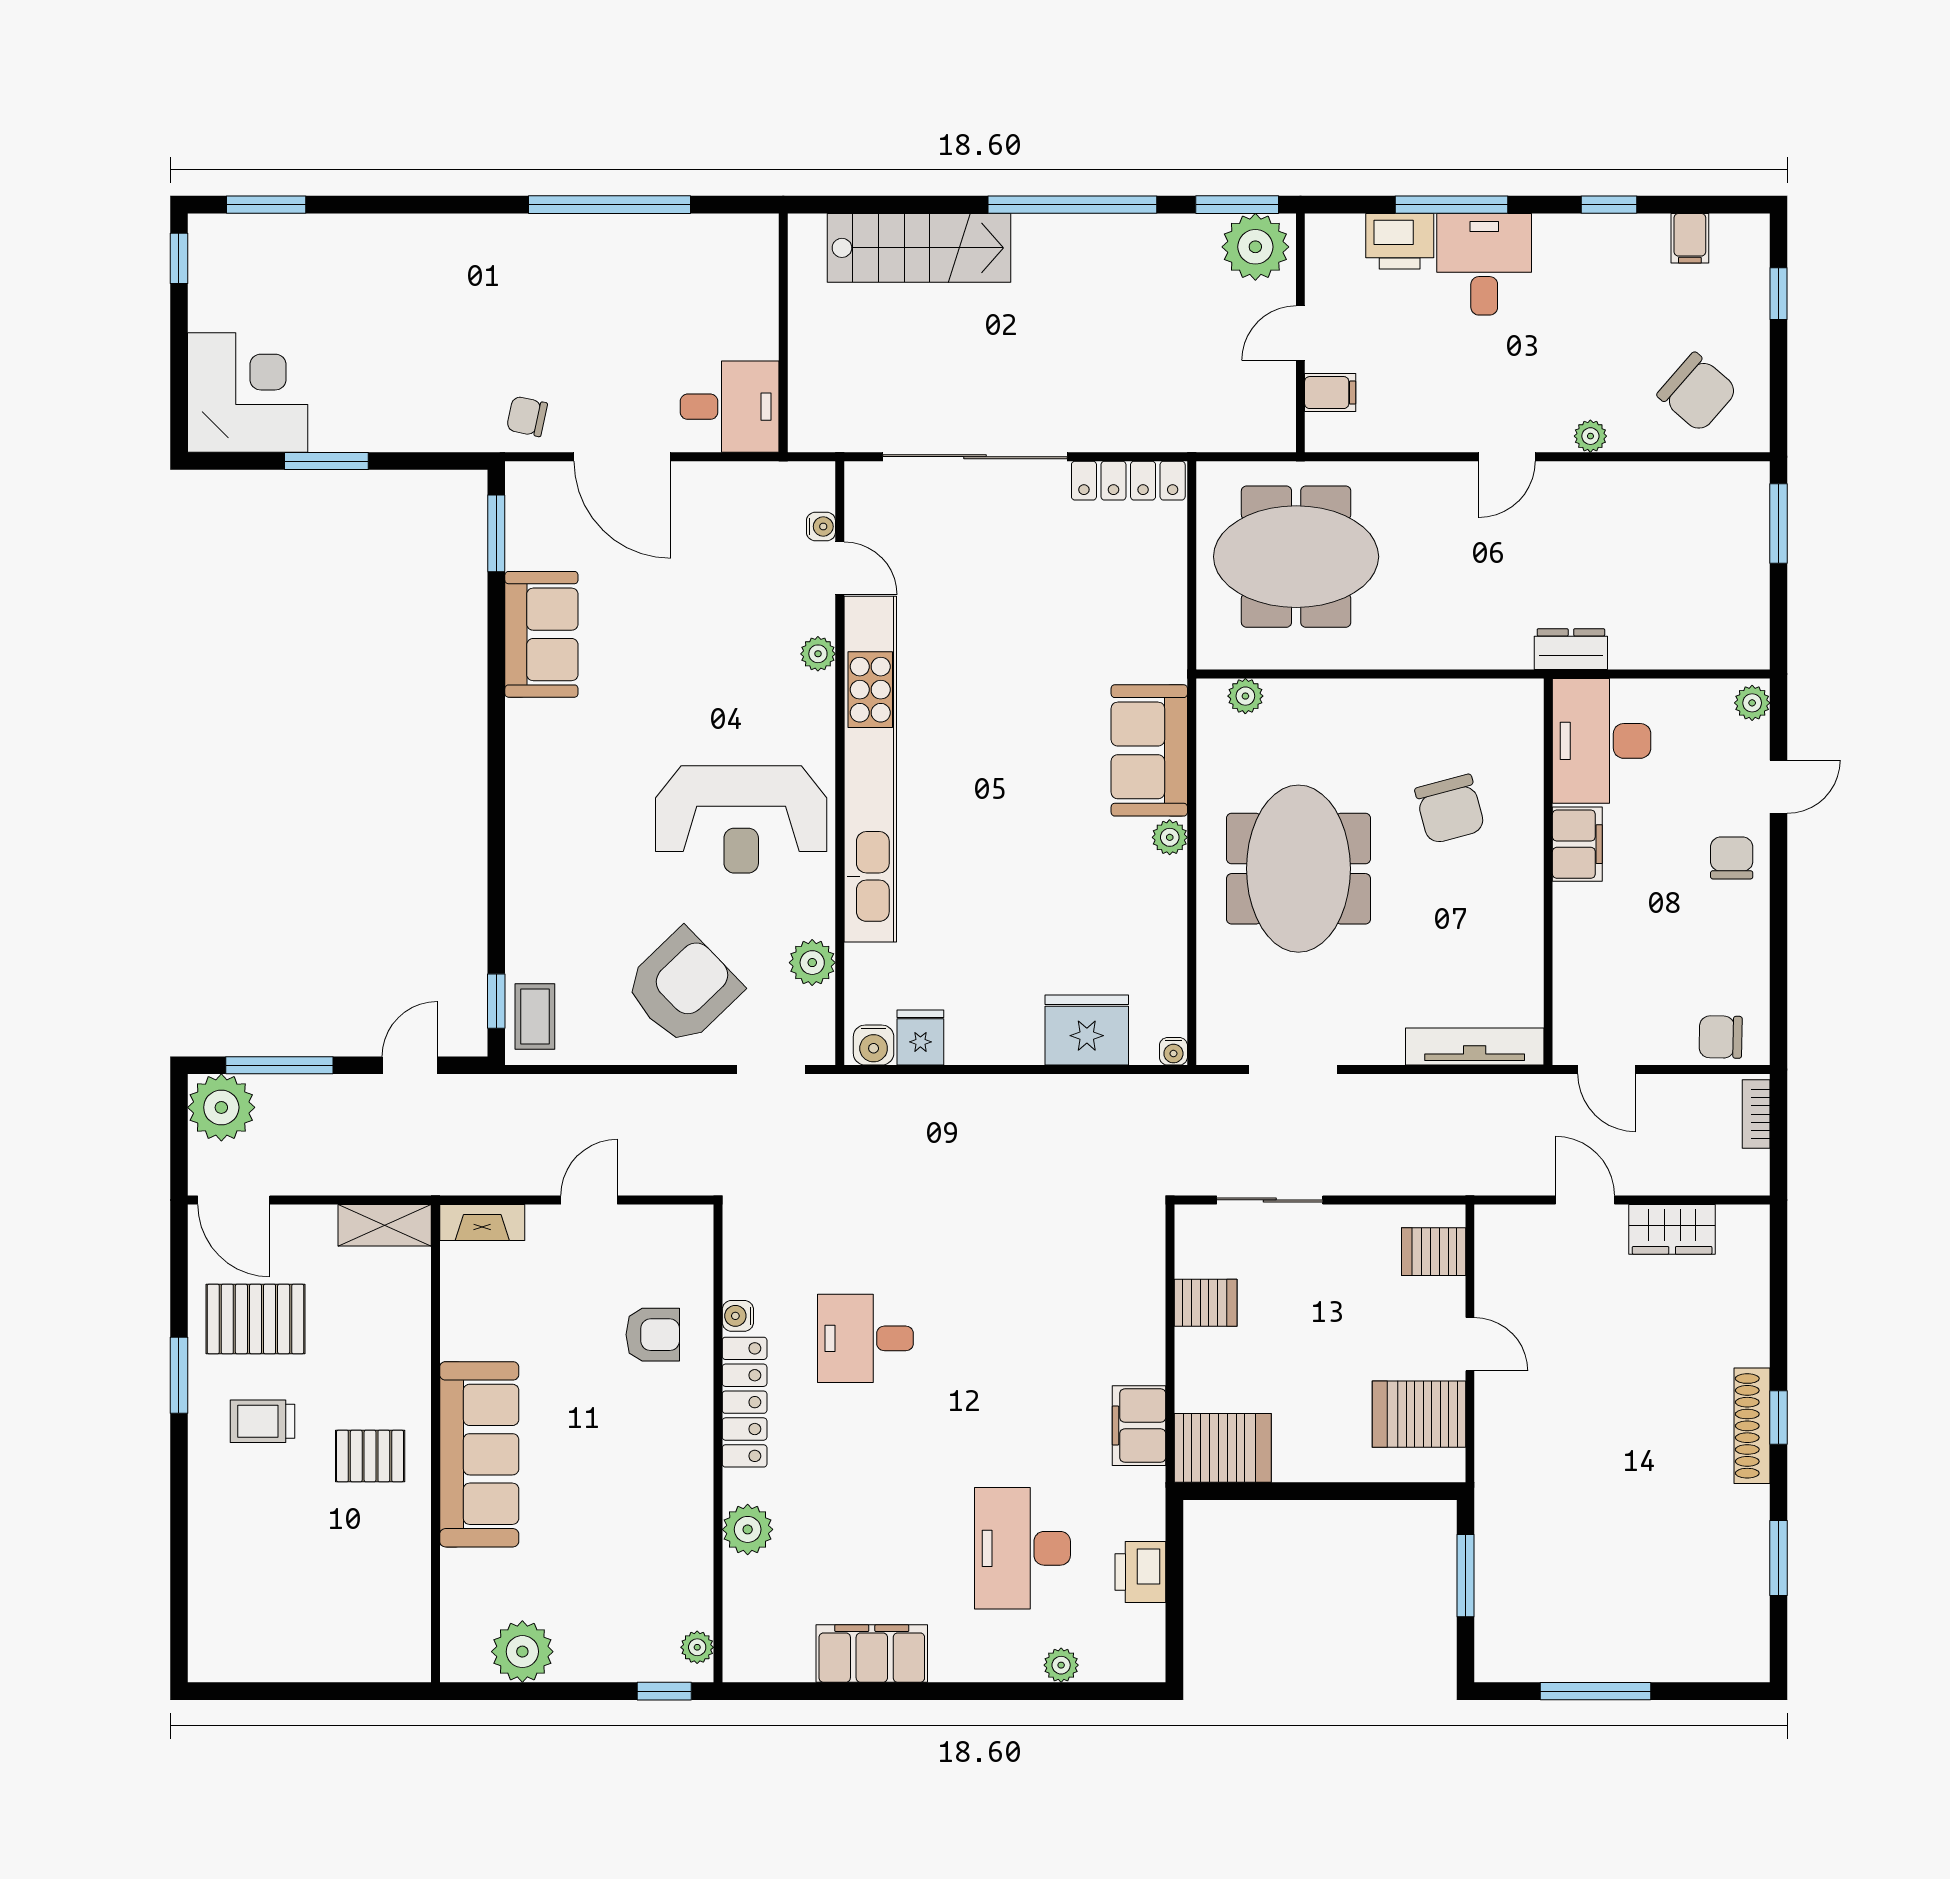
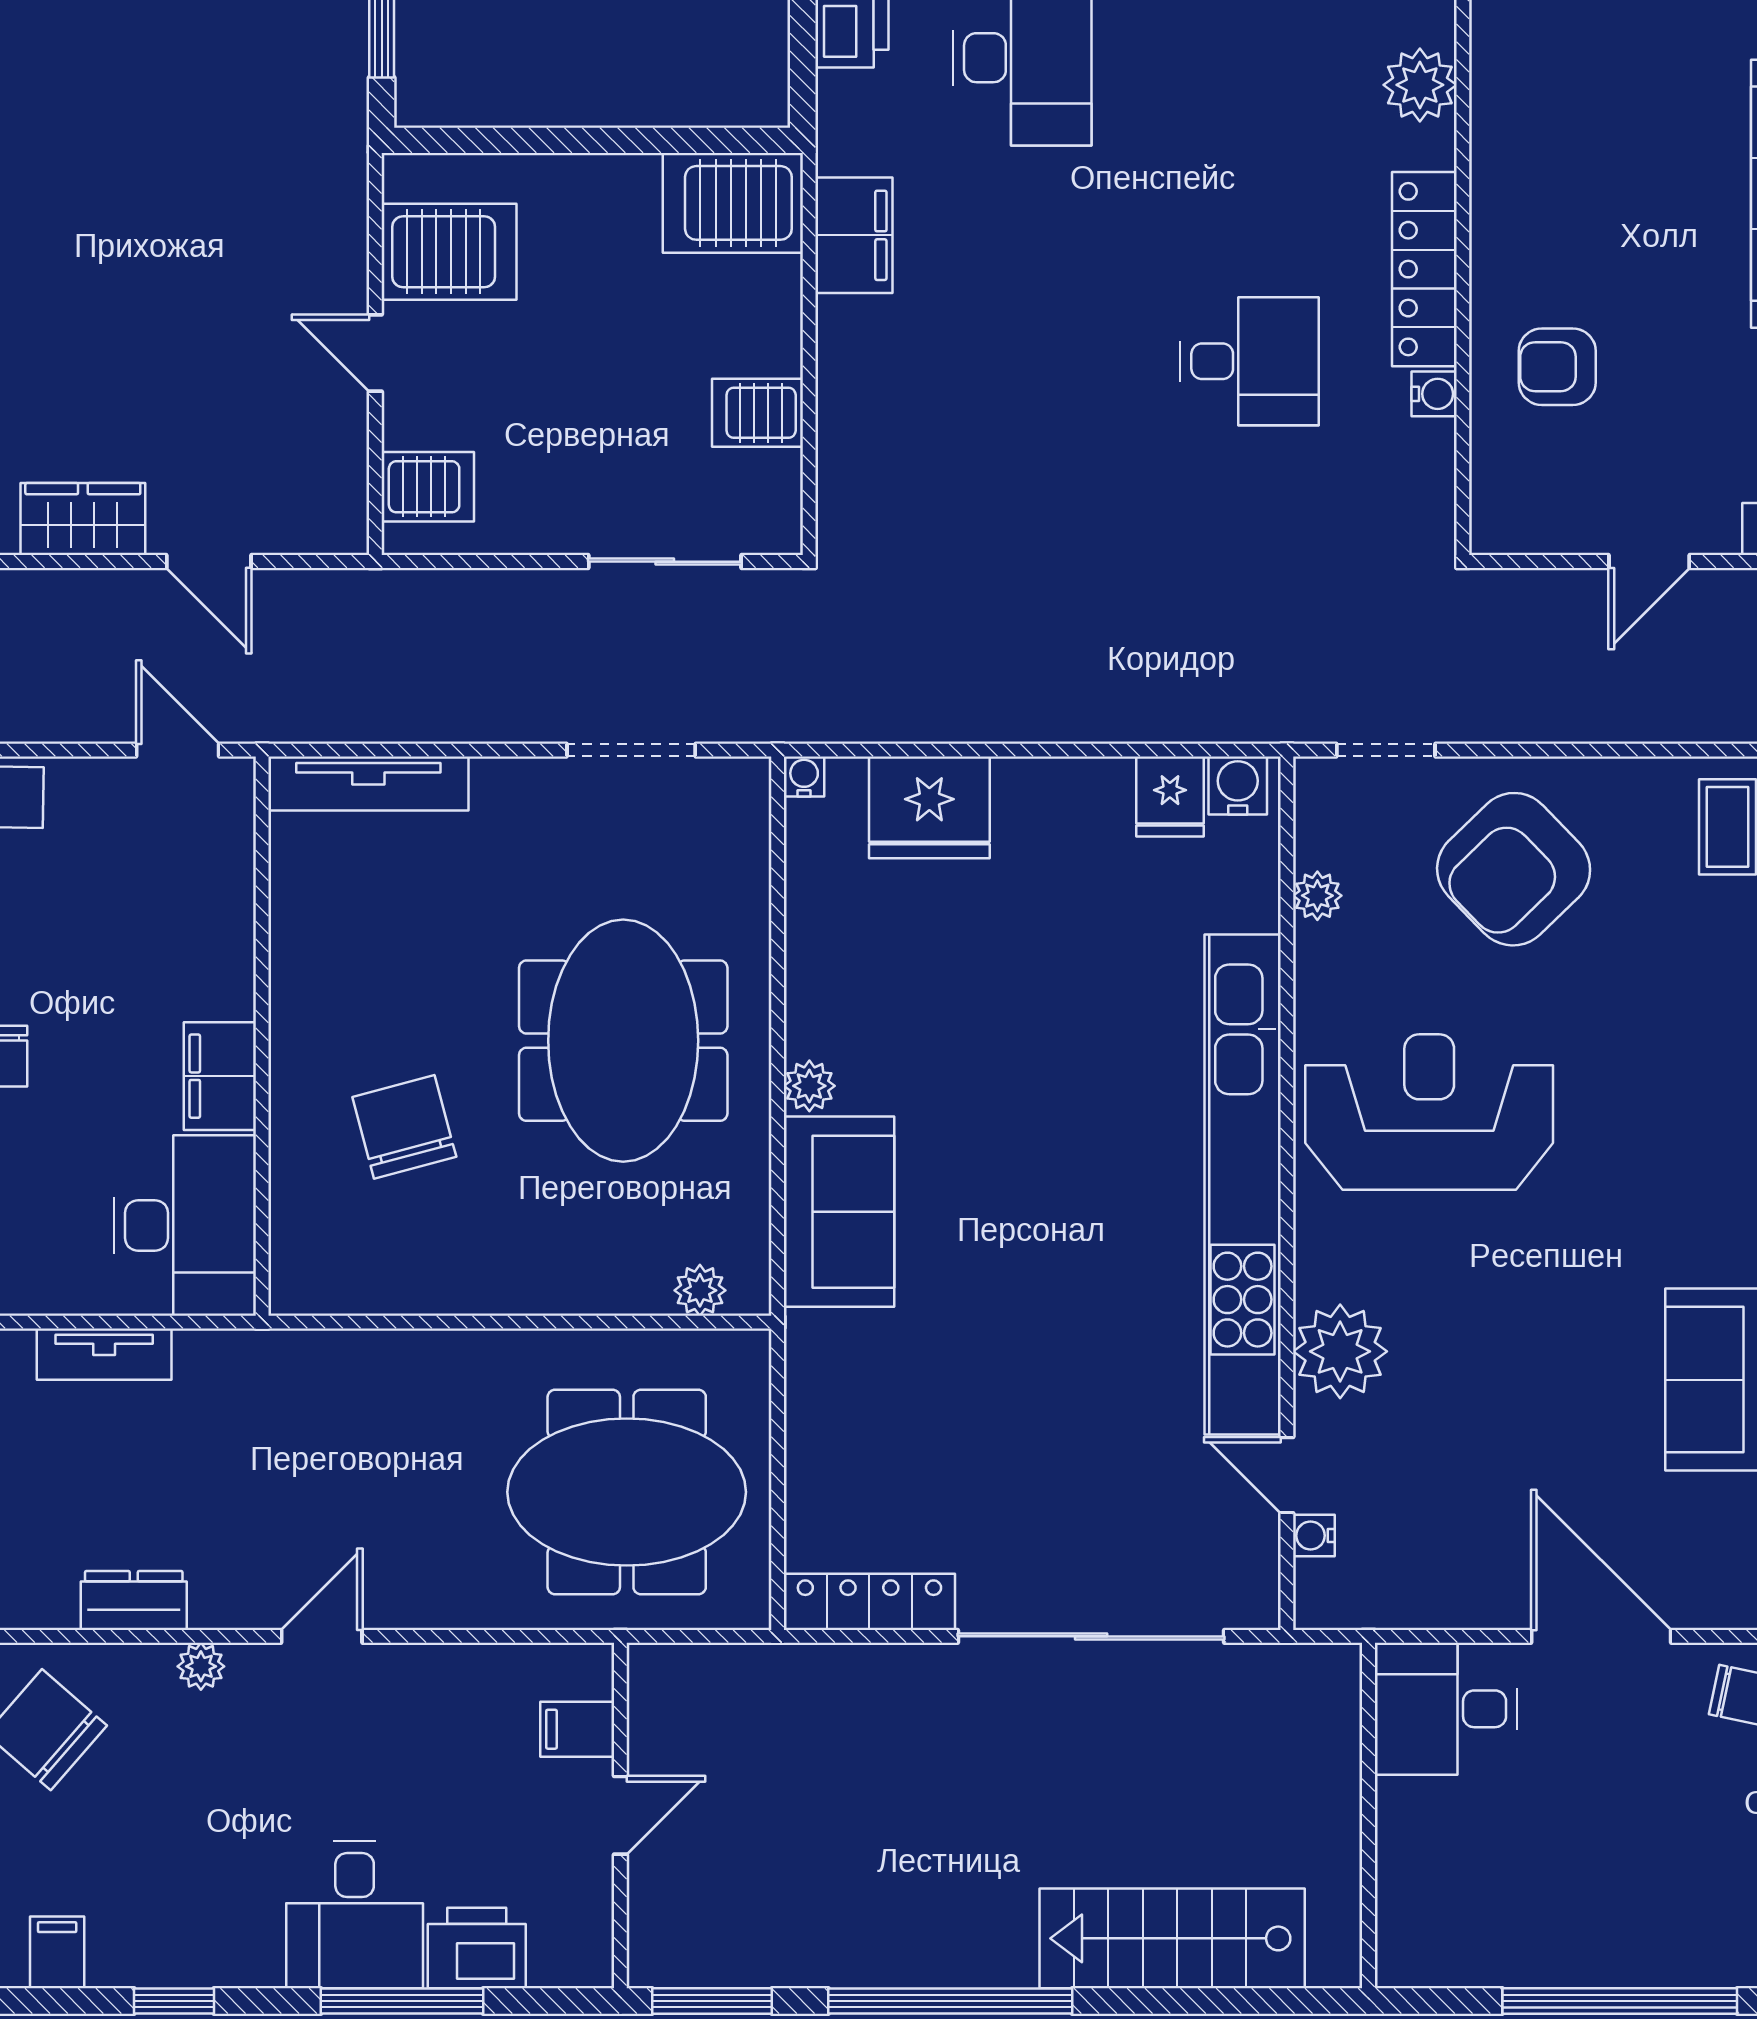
plant: (1255, 247) -> (686, 1940), removed
dresser: (1571, 649) -> (134, 1600), moved, turned 180
tv unit: (1657, 652) -> (104, 1354), added
plant: (818, 654) -> (1340, 1351), width x1.88, depth x1.88
plant: (812, 963) -> (1317, 896), width x0.73, depth x0.73

